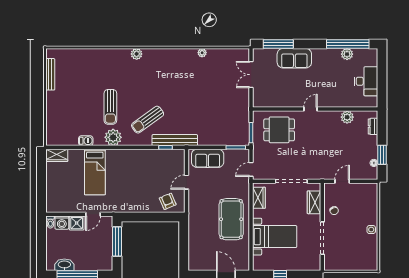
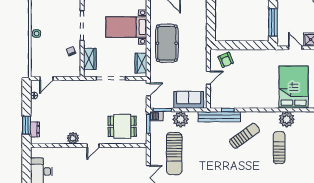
sun lounger: (223, 101) -> (174, 154), added
plant: (347, 117) -> (73, 138), moved
plant: (113, 137) -> (287, 119), moved
plant: (216, 137) -> (181, 119), added
barbecue: (86, 141) -> (156, 116), moved
window: (382, 155) -> (27, 125), moved
bed: (95, 172) -> (294, 87), width x1.50
door: (342, 181) -> (46, 78), moved
door: (93, 214) -> (295, 48), hinge flipped

